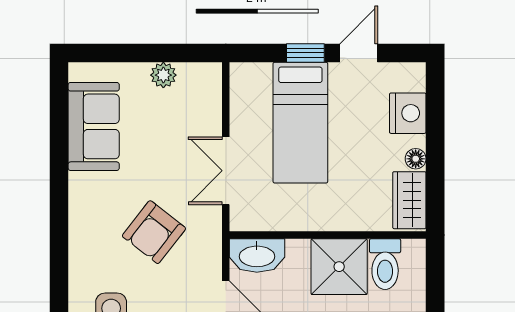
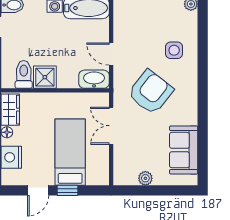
double door: (226, 171) -> (111, 126), swing flipped
armchair: (154, 232) -> (151, 92), width x1.36, depth x1.36
shower: (339, 267) -> (45, 77), width x0.73, depth x0.73

